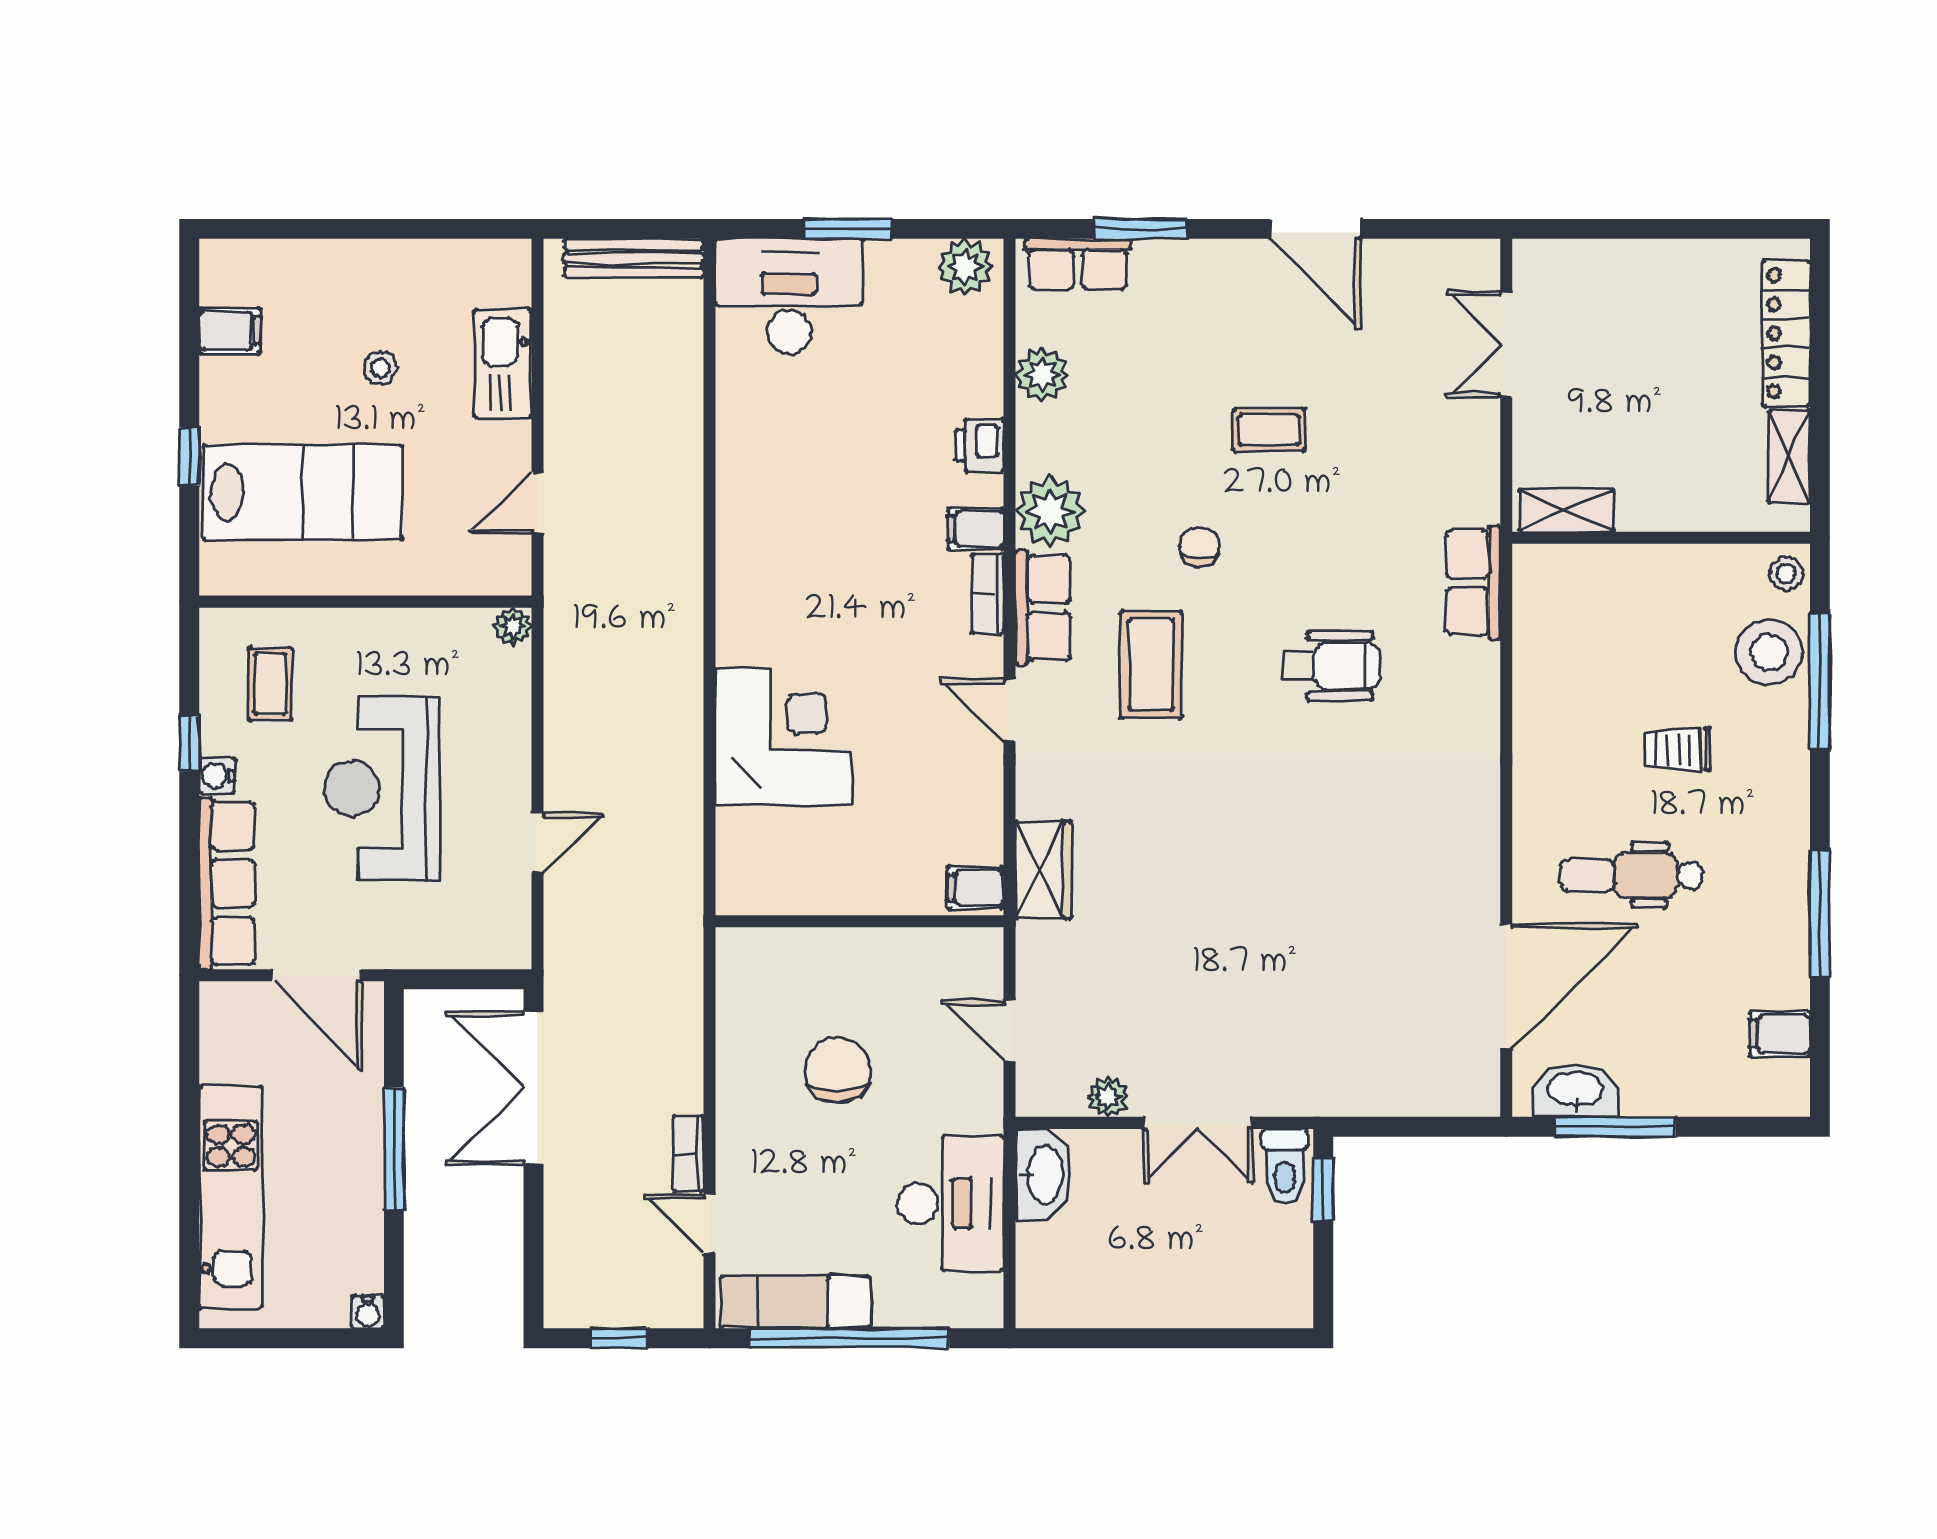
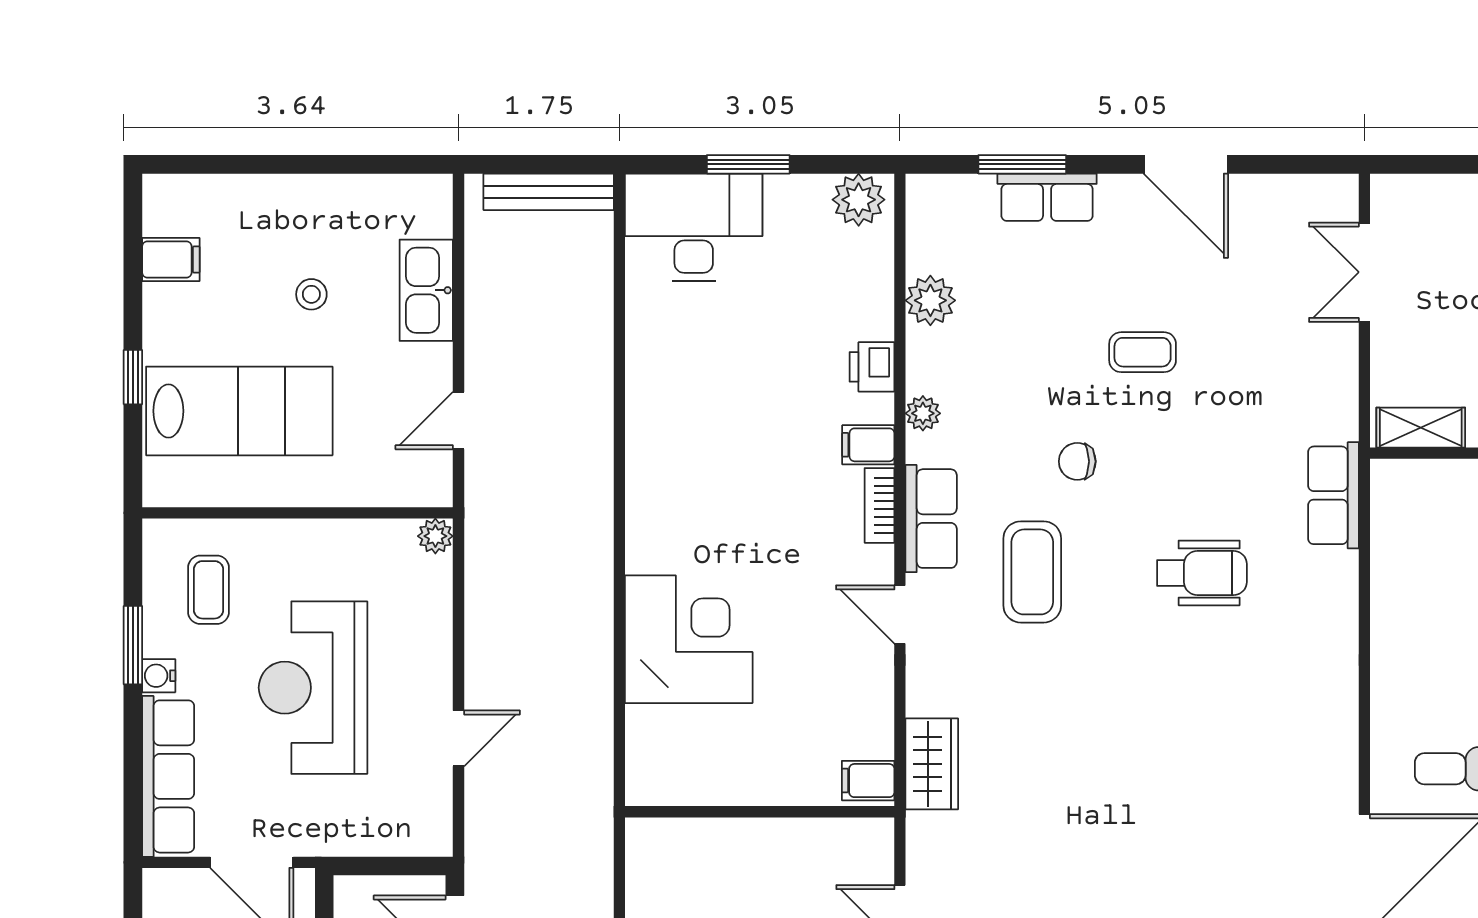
row of seats: (1078, 264) -> (1047, 197), moved
plant: (1050, 511) -> (923, 413), width x0.53, depth x0.53
chair: (1199, 547) -> (1077, 461), turned -90
window: (189, 743) -> (133, 645), width x1.50

